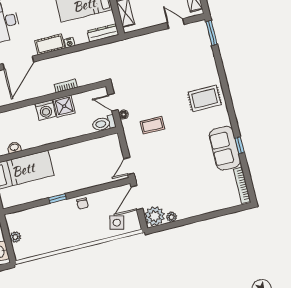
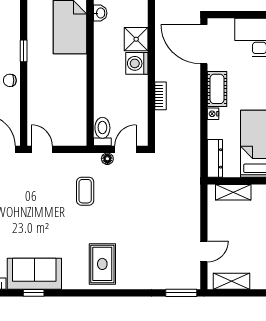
shower: (64, 106) -> (136, 39), moved

